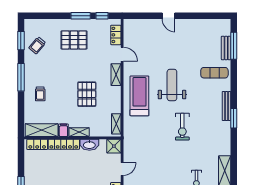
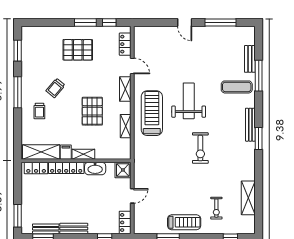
window: (200, 16) -> (221, 23), added
trolley: (37, 45) -> (55, 88), moved
window: (234, 46) -> (259, 76), moved
shelving: (116, 124) -> (126, 126), moved

